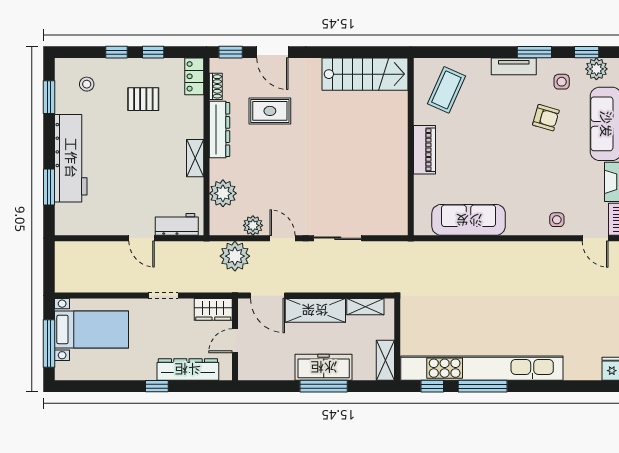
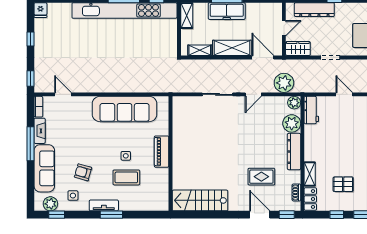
window: (534, 52) -> (111, 215), moved
coffee table: (446, 90) -> (126, 177), moved, turned 66
dresser: (219, 129) -> (294, 152), moved
shelving: (195, 158) -> (310, 174), moved
sofa: (469, 220) -> (125, 109), width x1.36, depth x1.27
side table: (557, 220) -> (126, 156), moved
workbench: (177, 224) -> (311, 110), moved, turned -90
plant: (253, 225) -> (294, 103), moved
door: (283, 238) -> (253, 94), hinge flipped
door: (595, 238) -> (63, 94), moved

